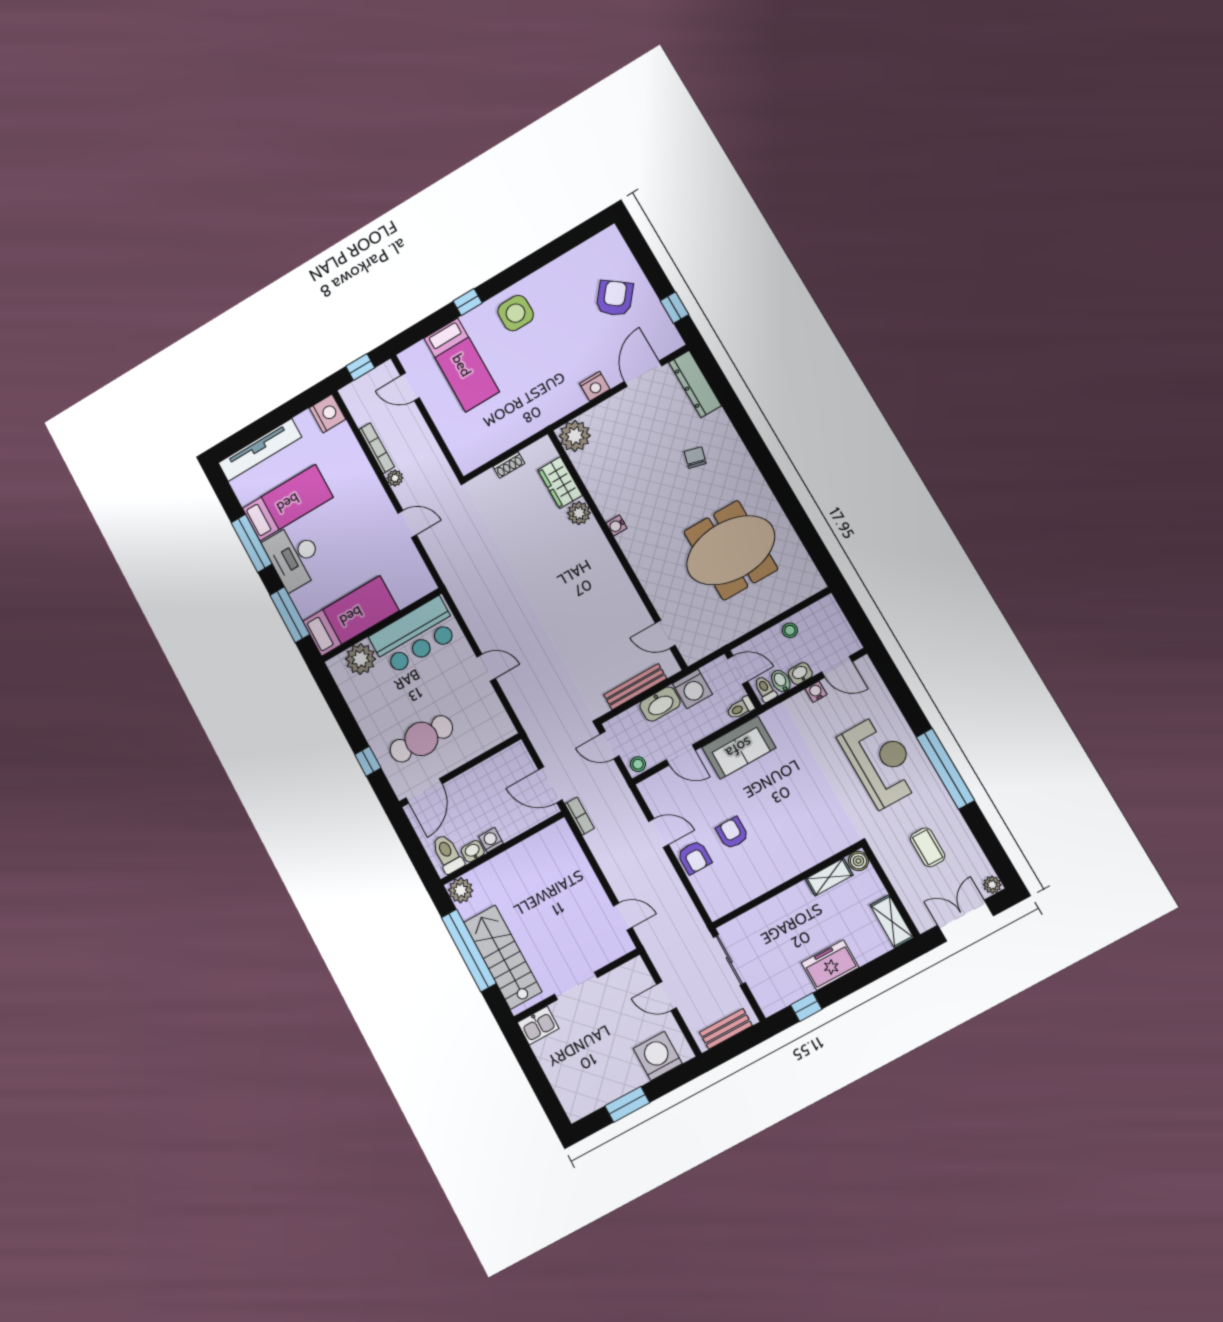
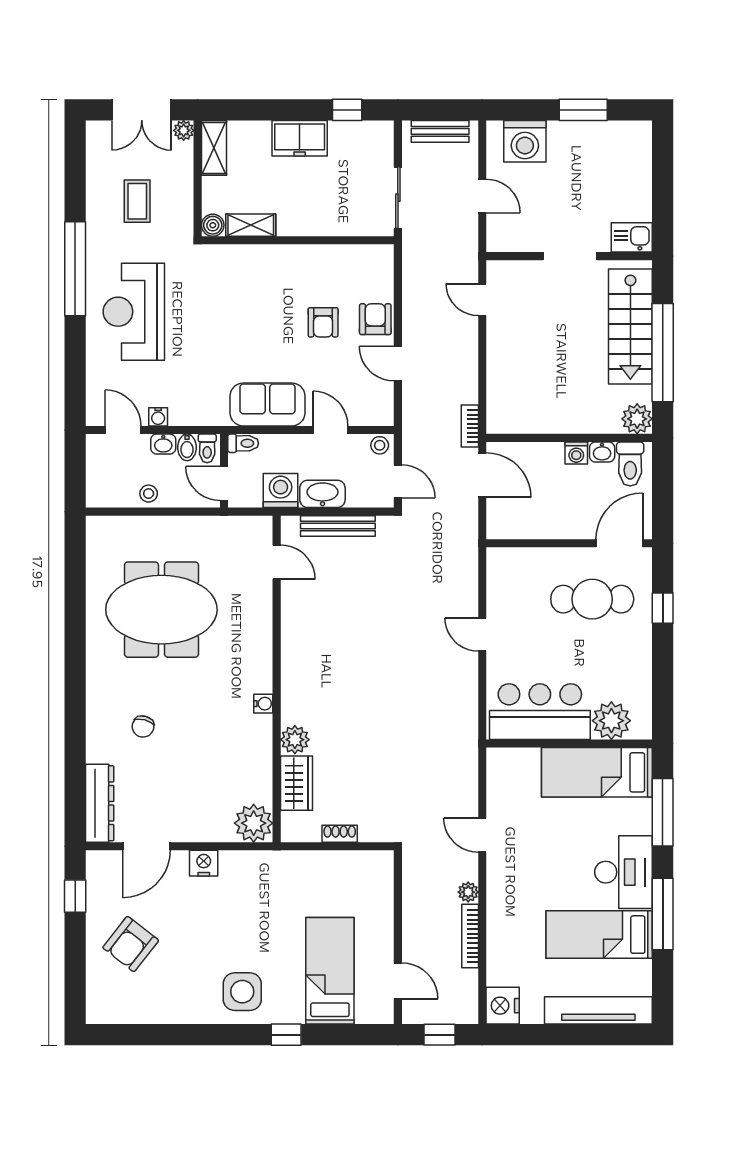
plant: (992, 885) -> (184, 130), moved

